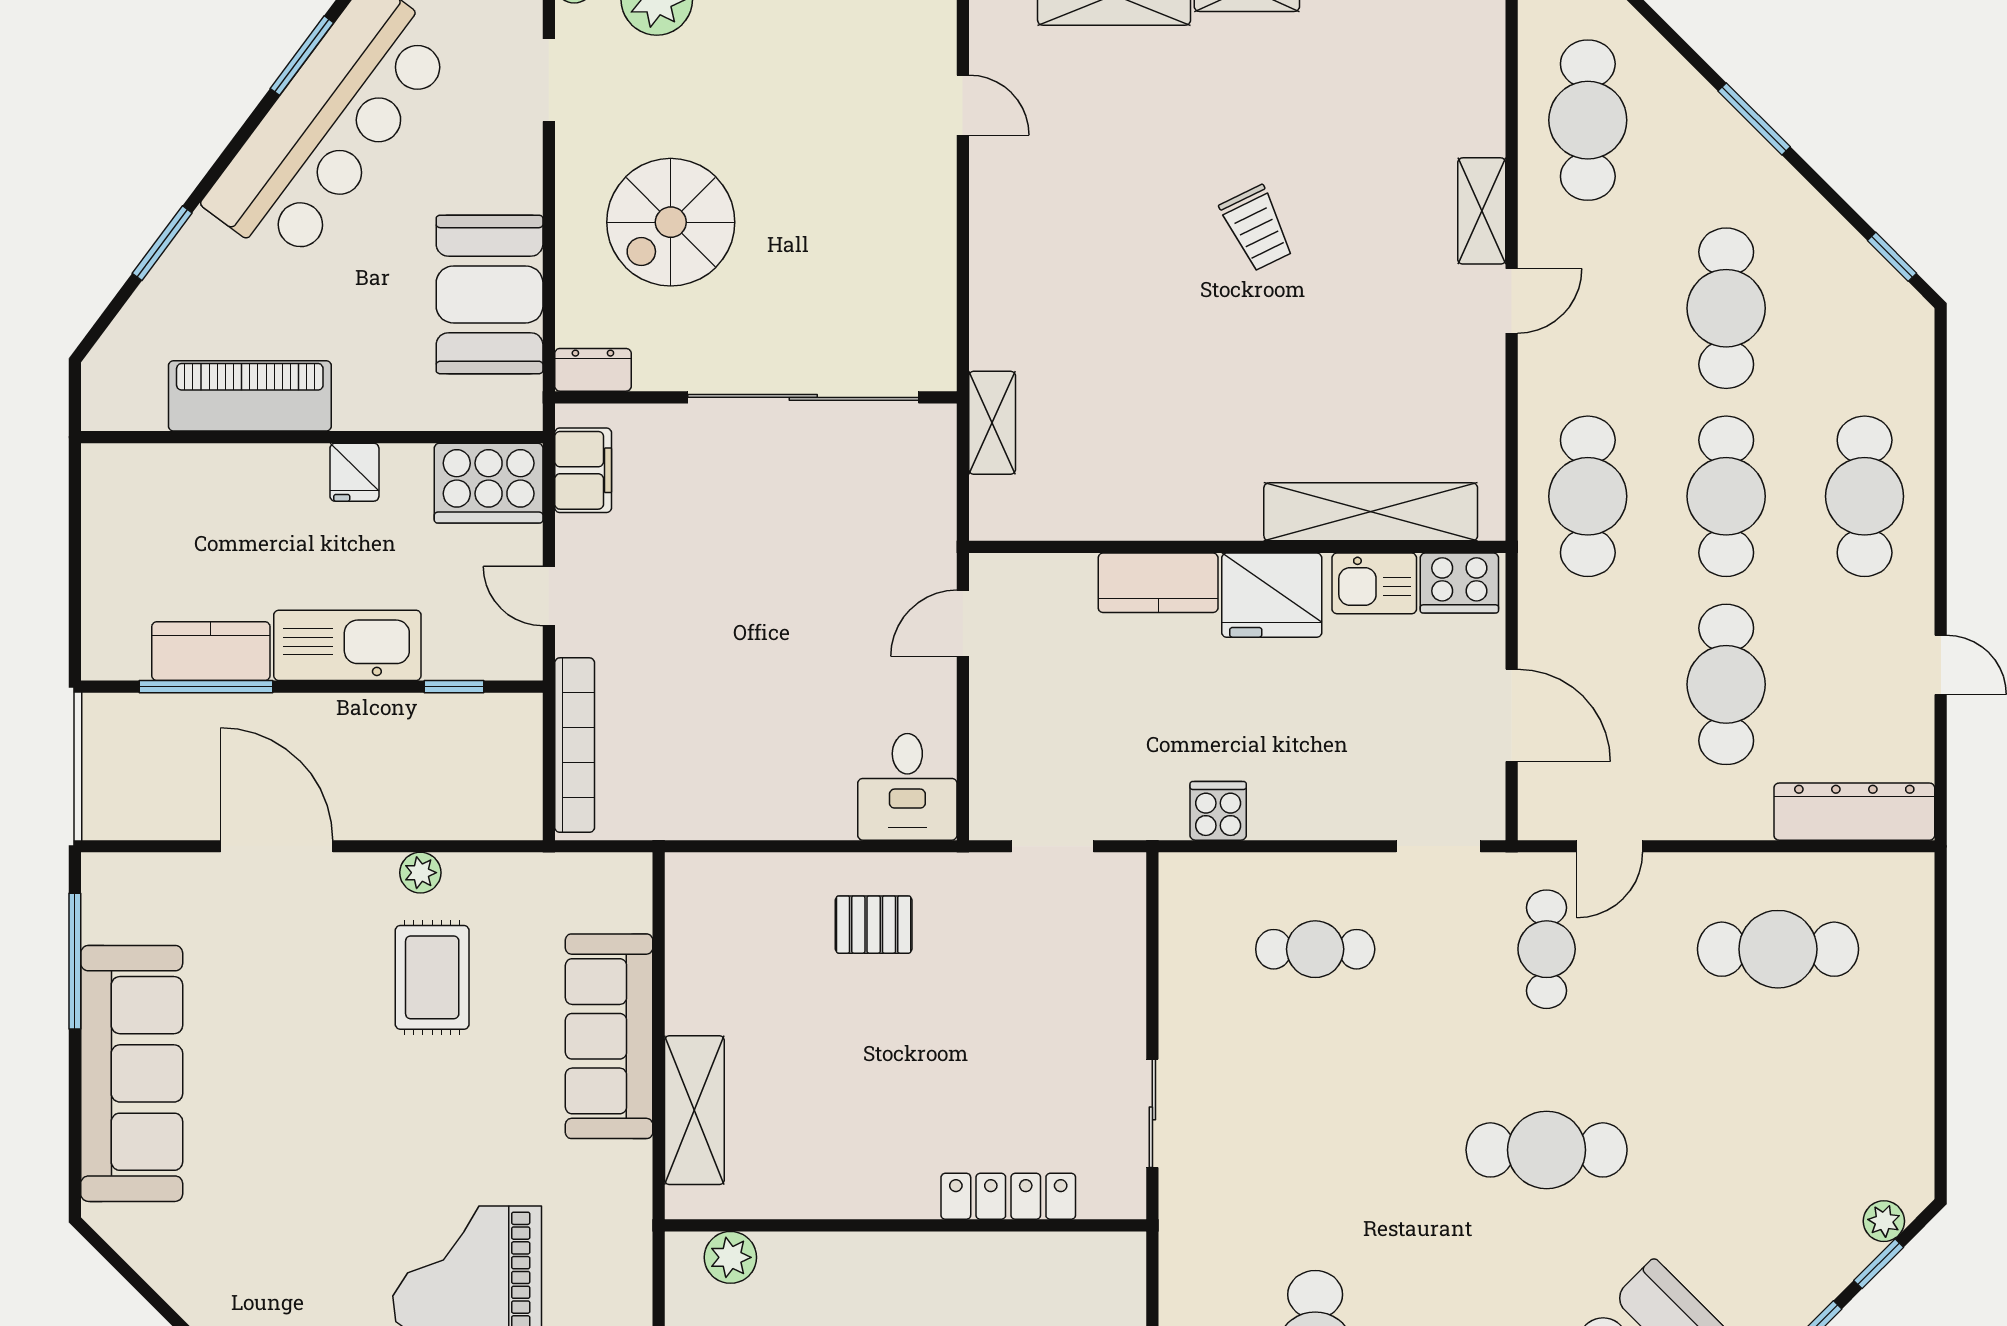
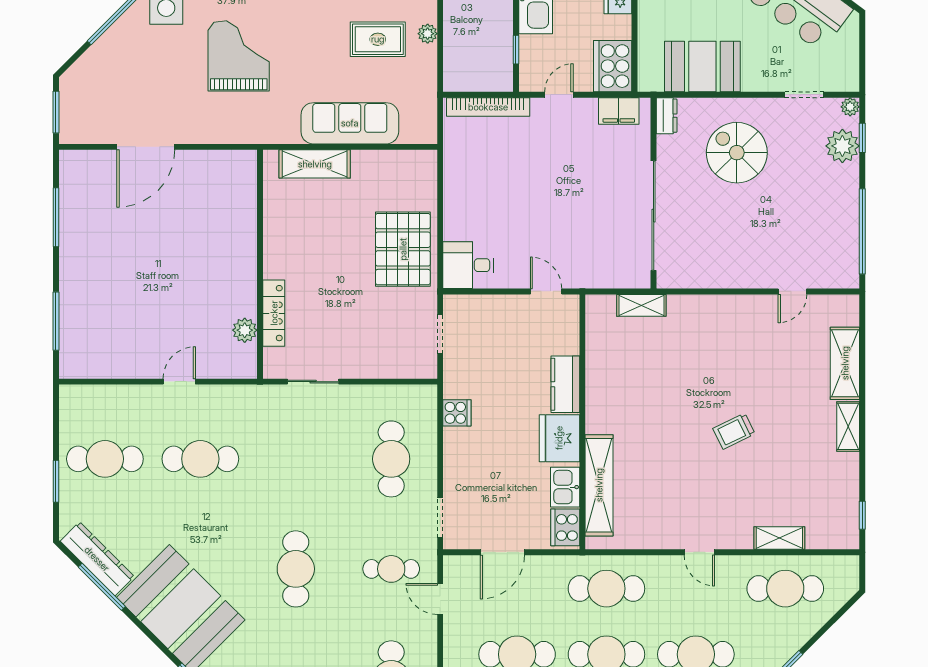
shelving: (1482, 211) -> (779, 538), moved
pallet: (874, 925) -> (403, 249), width x2.05, depth x2.00
cafe table: (1315, 949) -> (391, 459), width x1.37, depth x1.35
plant: (730, 1257) -> (245, 330), moved

